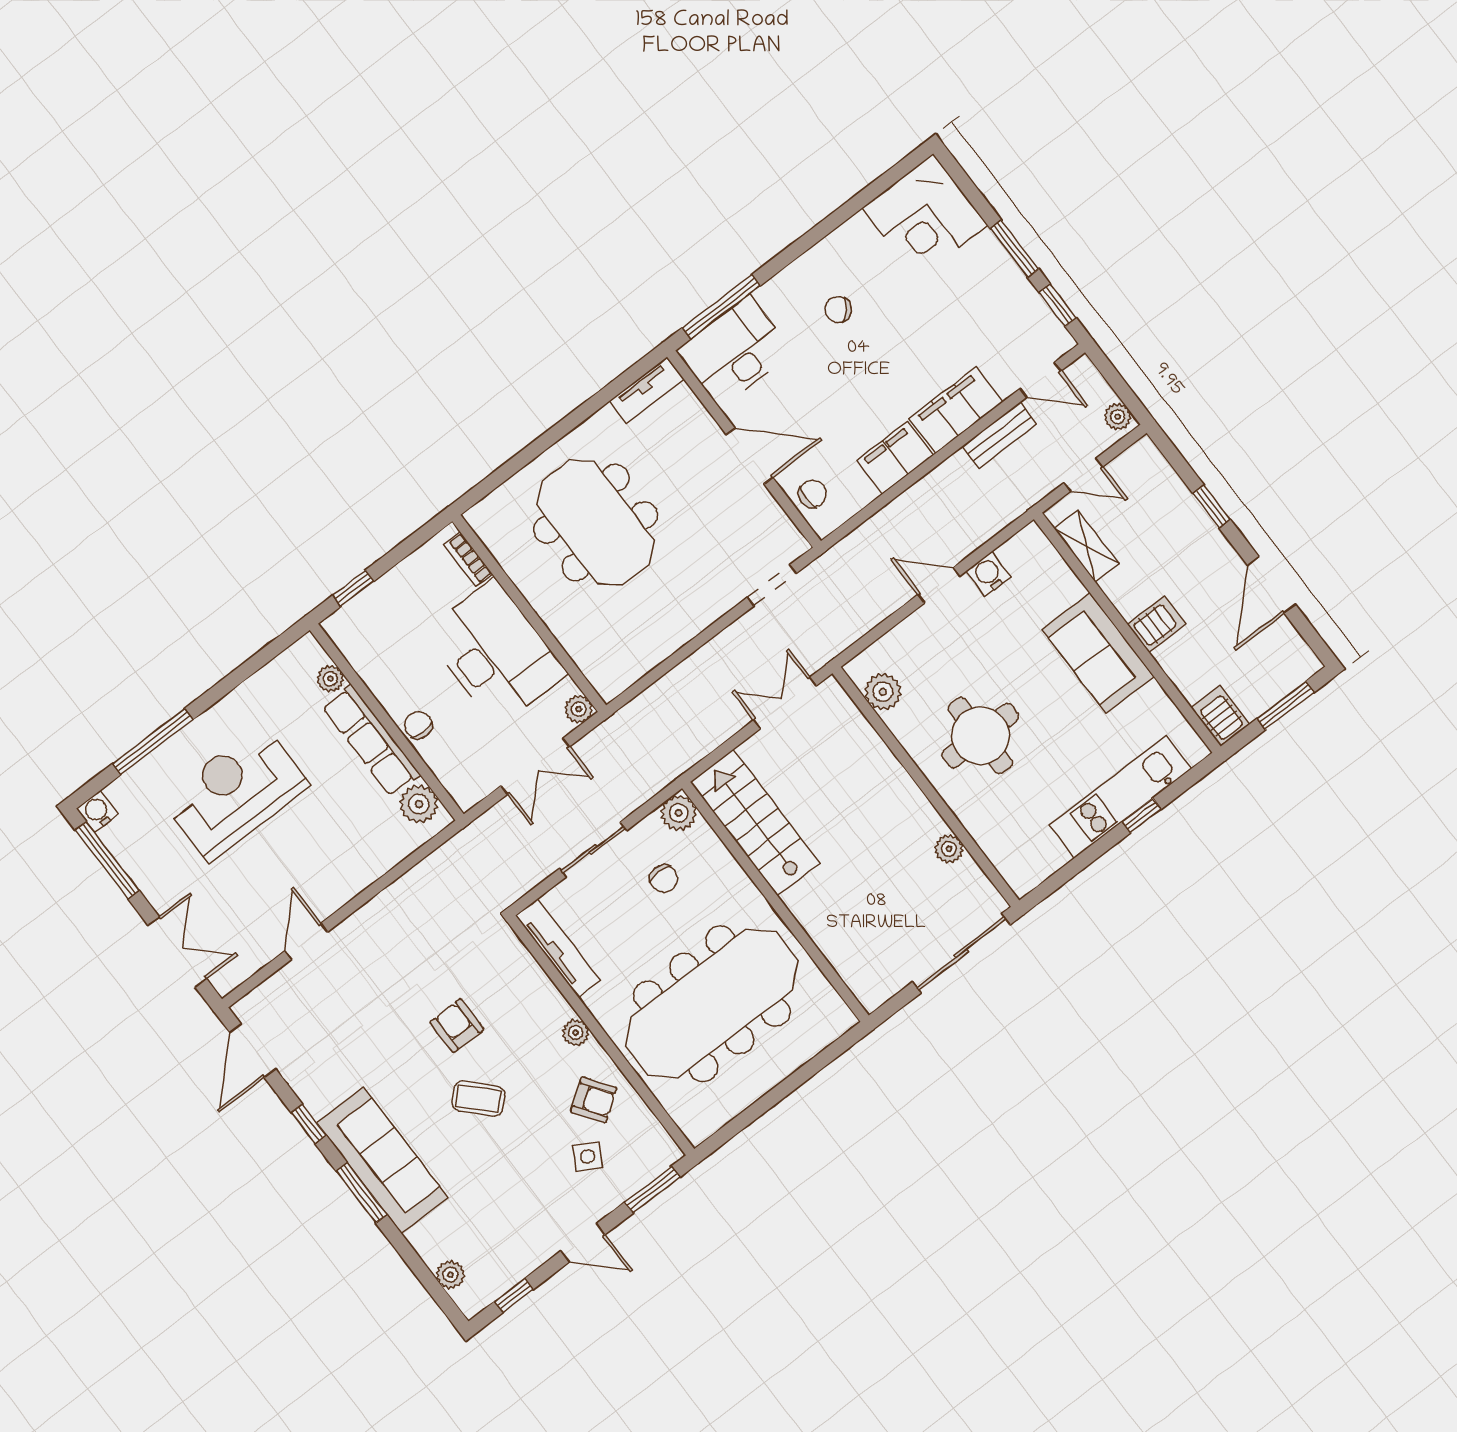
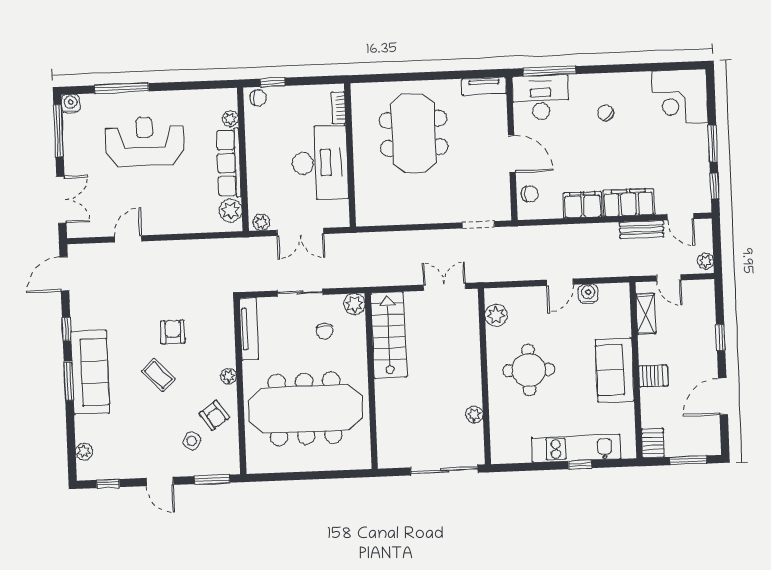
door: (939, 585) -> (560, 282), swing flipped
plant: (579, 709) -> (261, 222), moved
chair: (418, 725) -> (258, 98), moved, turned 90

